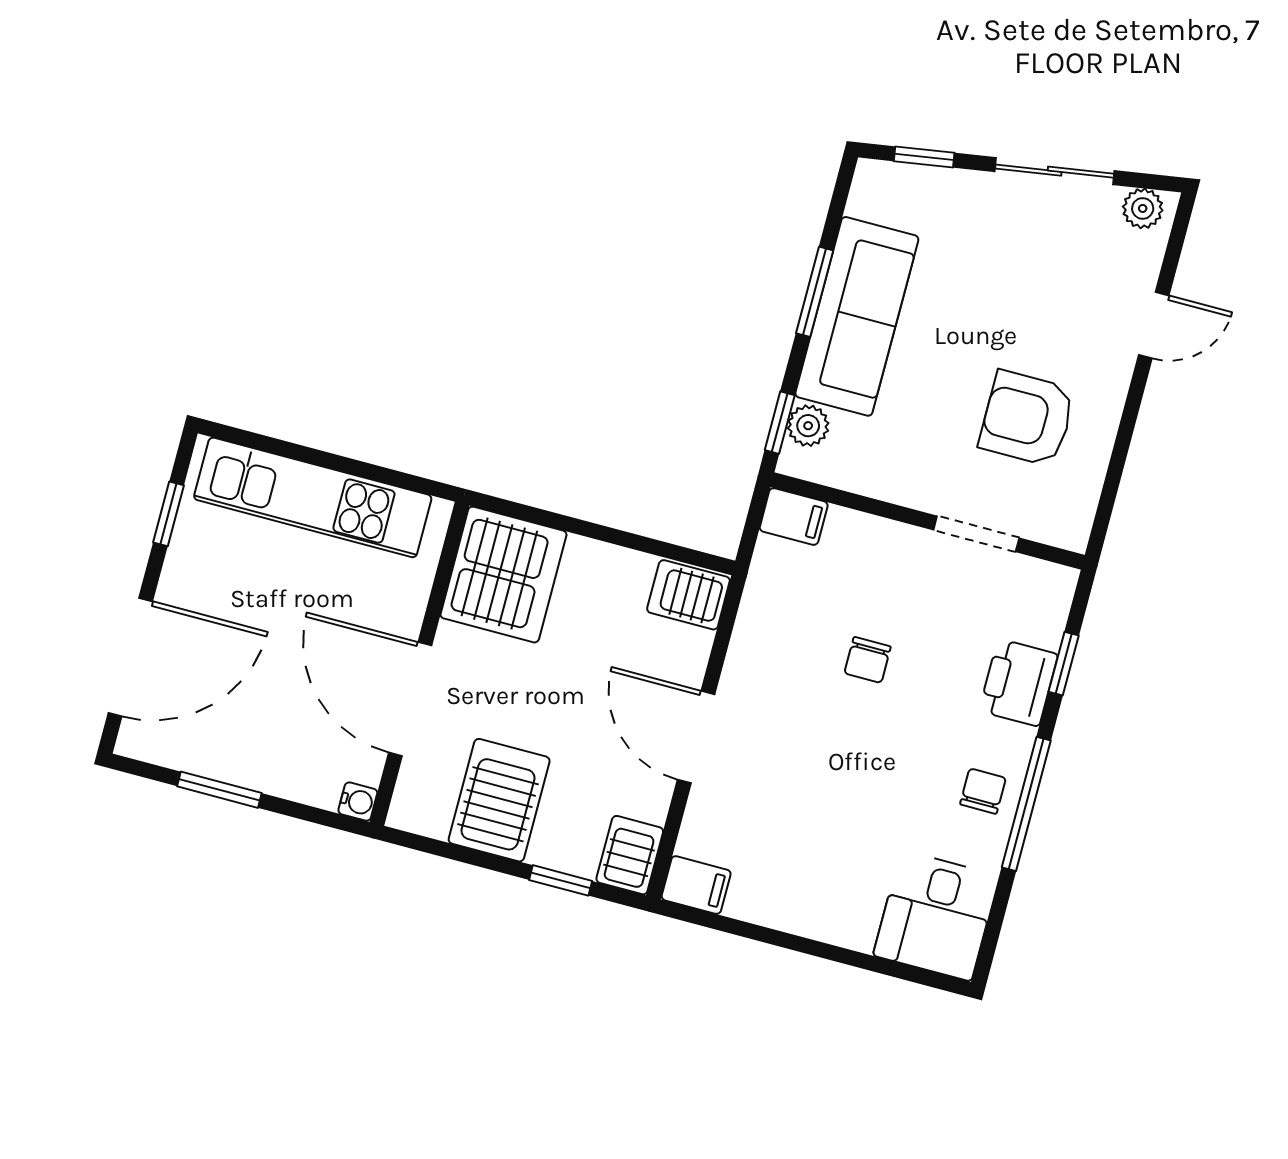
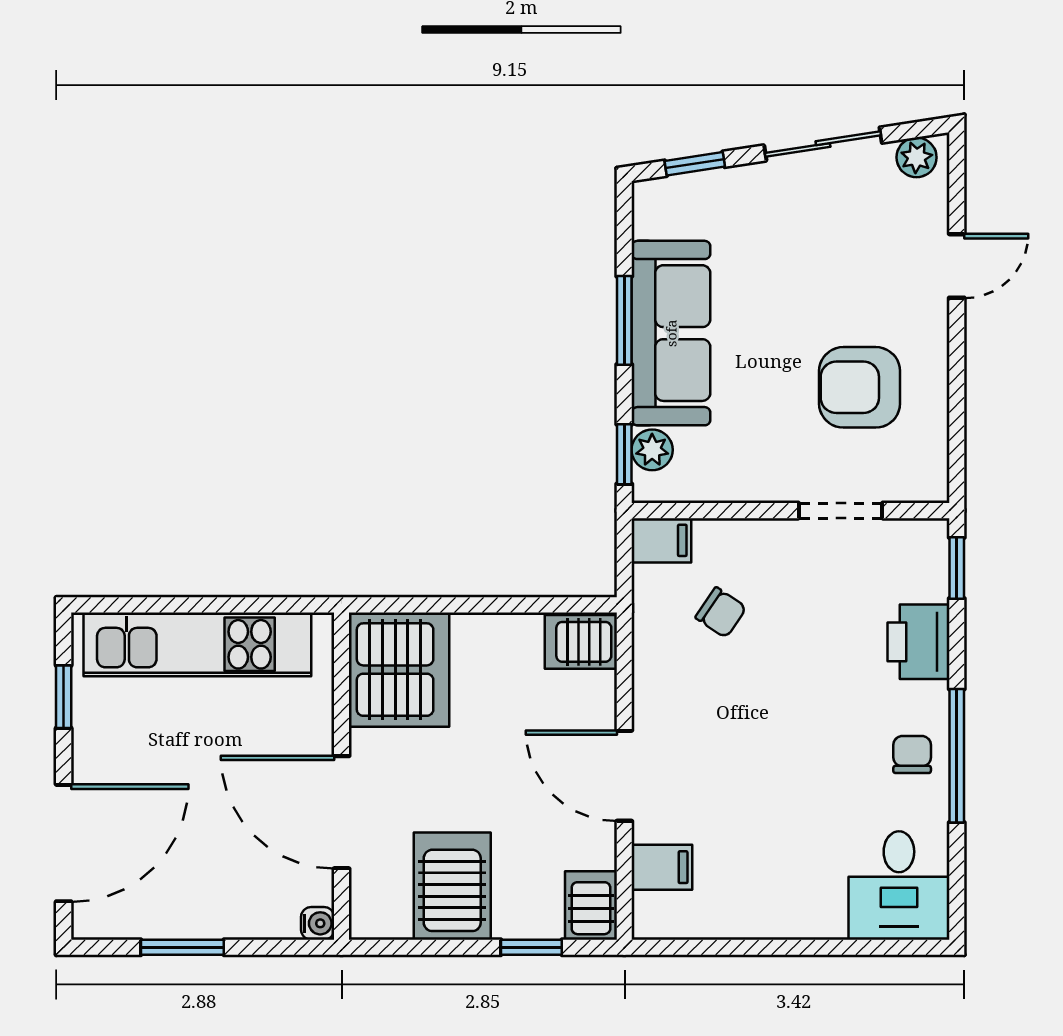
chair: (868, 660) -> (721, 613), moved, turned -56
window: (1064, 664) -> (957, 568), moved
filing cabinet: (696, 885) -> (662, 867), moved

